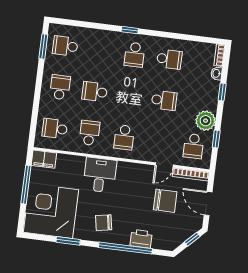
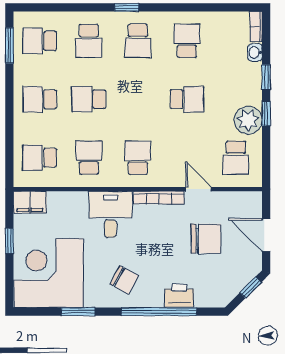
school desk: (100, 50) -> (89, 41), added
school desk: (169, 59) -> (187, 41), turned -90
school desk: (60, 87) -> (40, 99), turned -90
school desk: (124, 137) -> (138, 158), turned 180
window: (216, 139) -> (266, 113), moved
door: (164, 165) -> (198, 189), swing flipped
bookcase: (191, 174) -> (159, 198), moved
window: (26, 185) -> (9, 241), width x0.46
chair: (104, 223) -> (124, 280), turned -142

